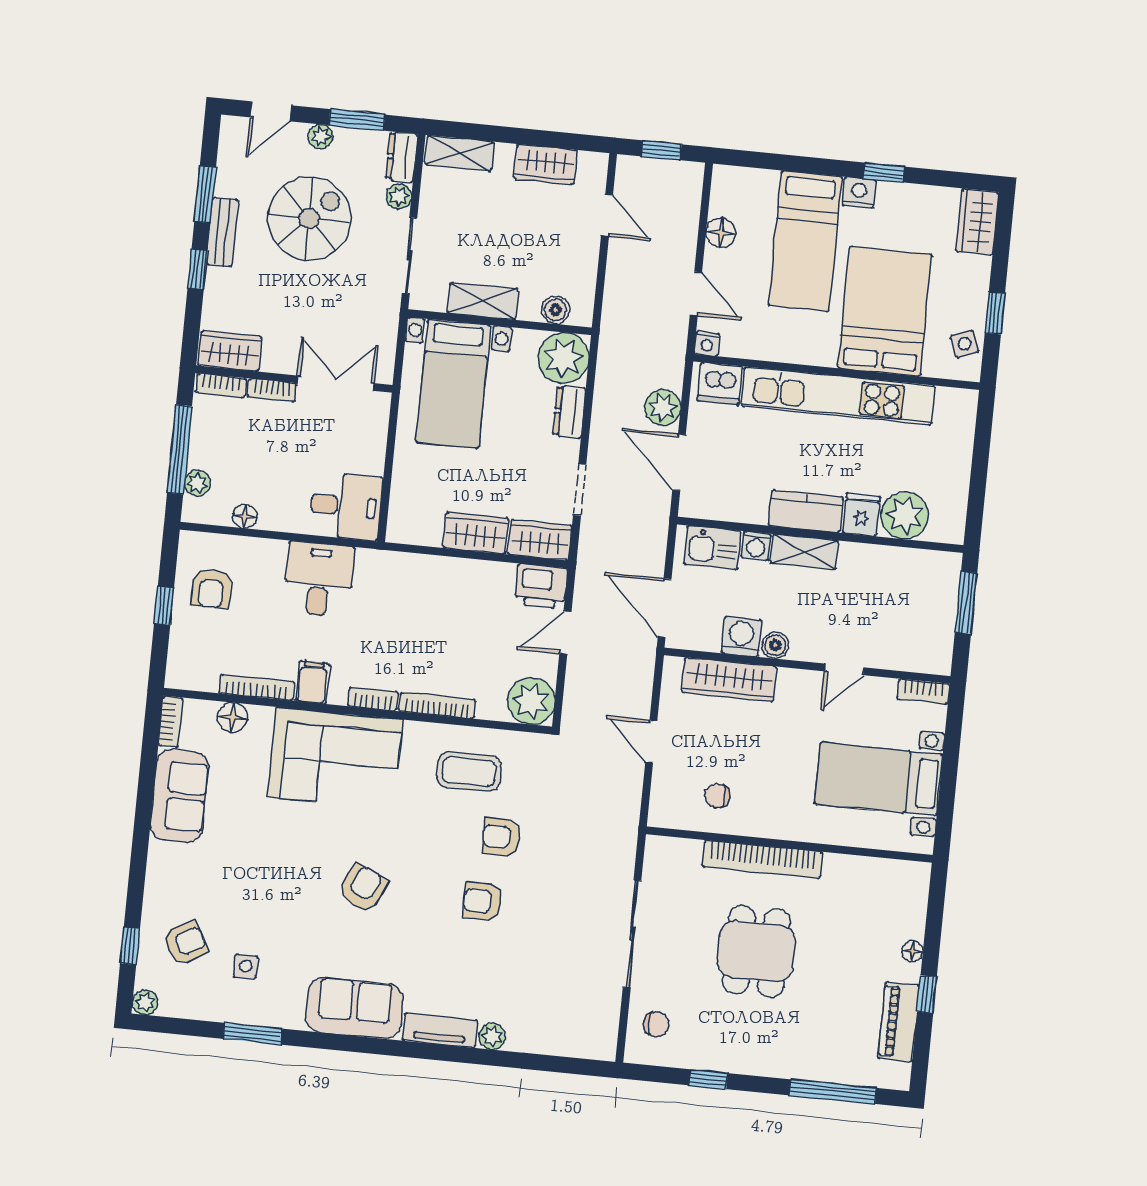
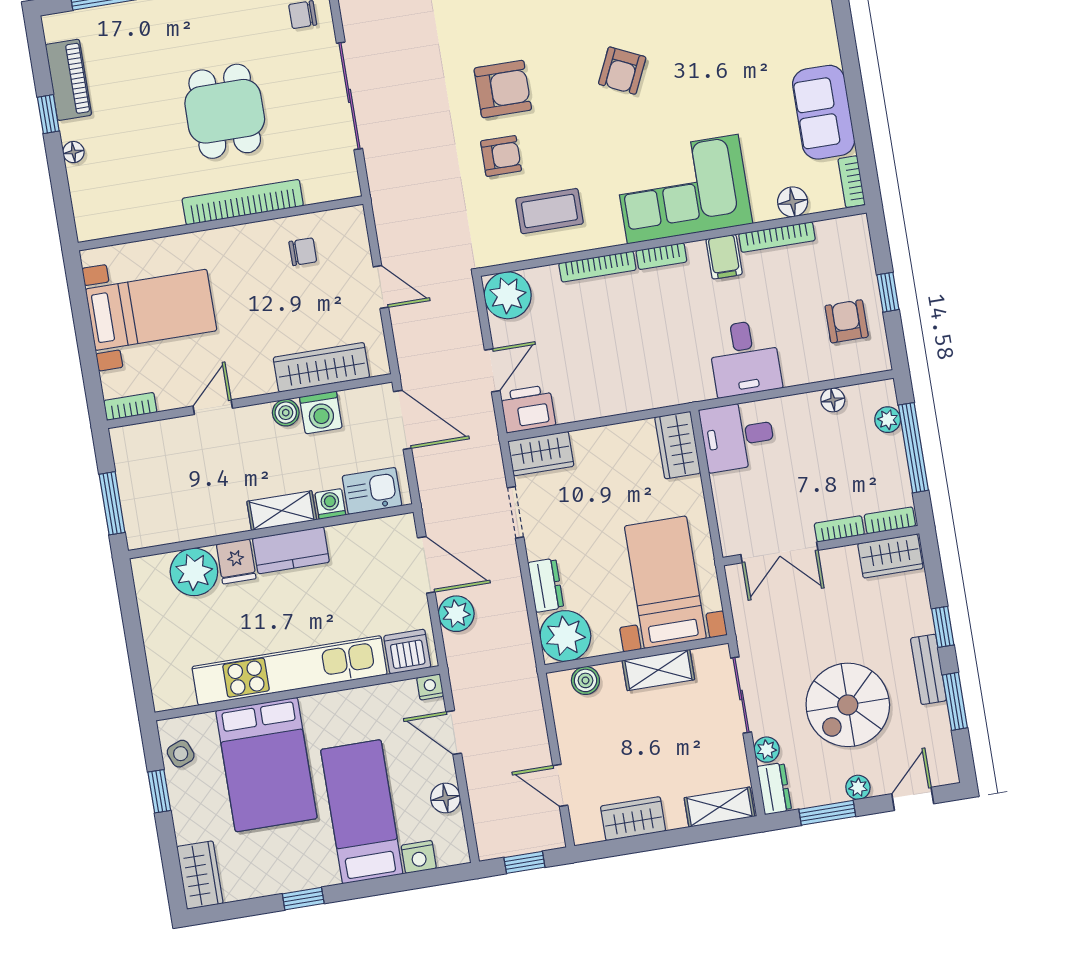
nightstand: (859, 193) -> (419, 857), moved
wardrobe: (476, 533) -> (678, 445), moved, turned 90
armchair: (483, 901) -> (503, 89), width x1.38, depth x1.38

